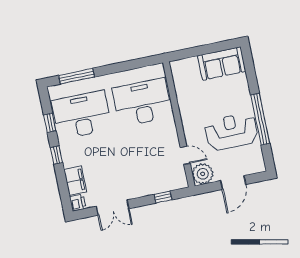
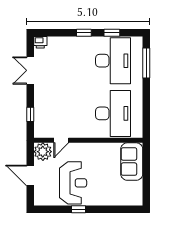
sofa: (222, 63) -> (132, 162), moved
window: (260, 119) -> (79, 209), width x0.32
filing cabinet: (75, 181) -> (59, 44), removed

